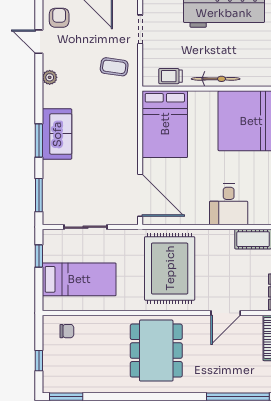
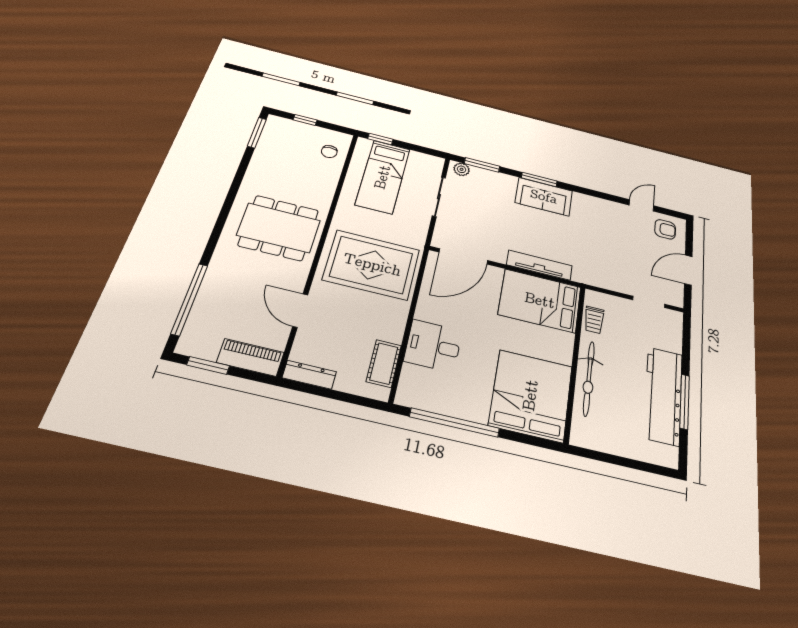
coffee table: (114, 67) -> (610, 267), removed
trolley: (170, 76) -> (594, 320), turned 180
plant: (50, 77) -> (462, 169), moved
bicycle: (216, 79) -> (589, 378), width x1.37, depth x1.40
tv unit: (130, 129) -> (539, 265), added
window: (39, 256) -> (380, 139), moved

